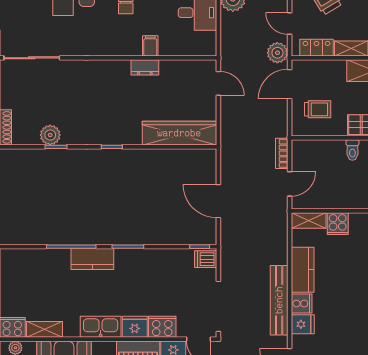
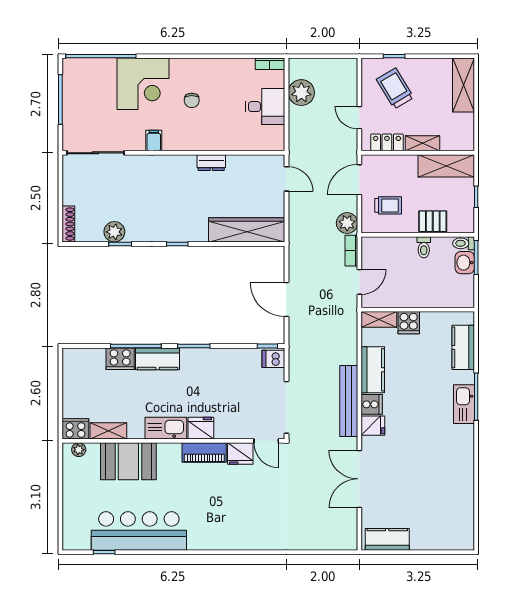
filing cabinet: (150, 46) -> (154, 141), moved
plant: (277, 53) -> (347, 223), moved
cooker: (162, 327) -> (120, 359), moved, turned 180

